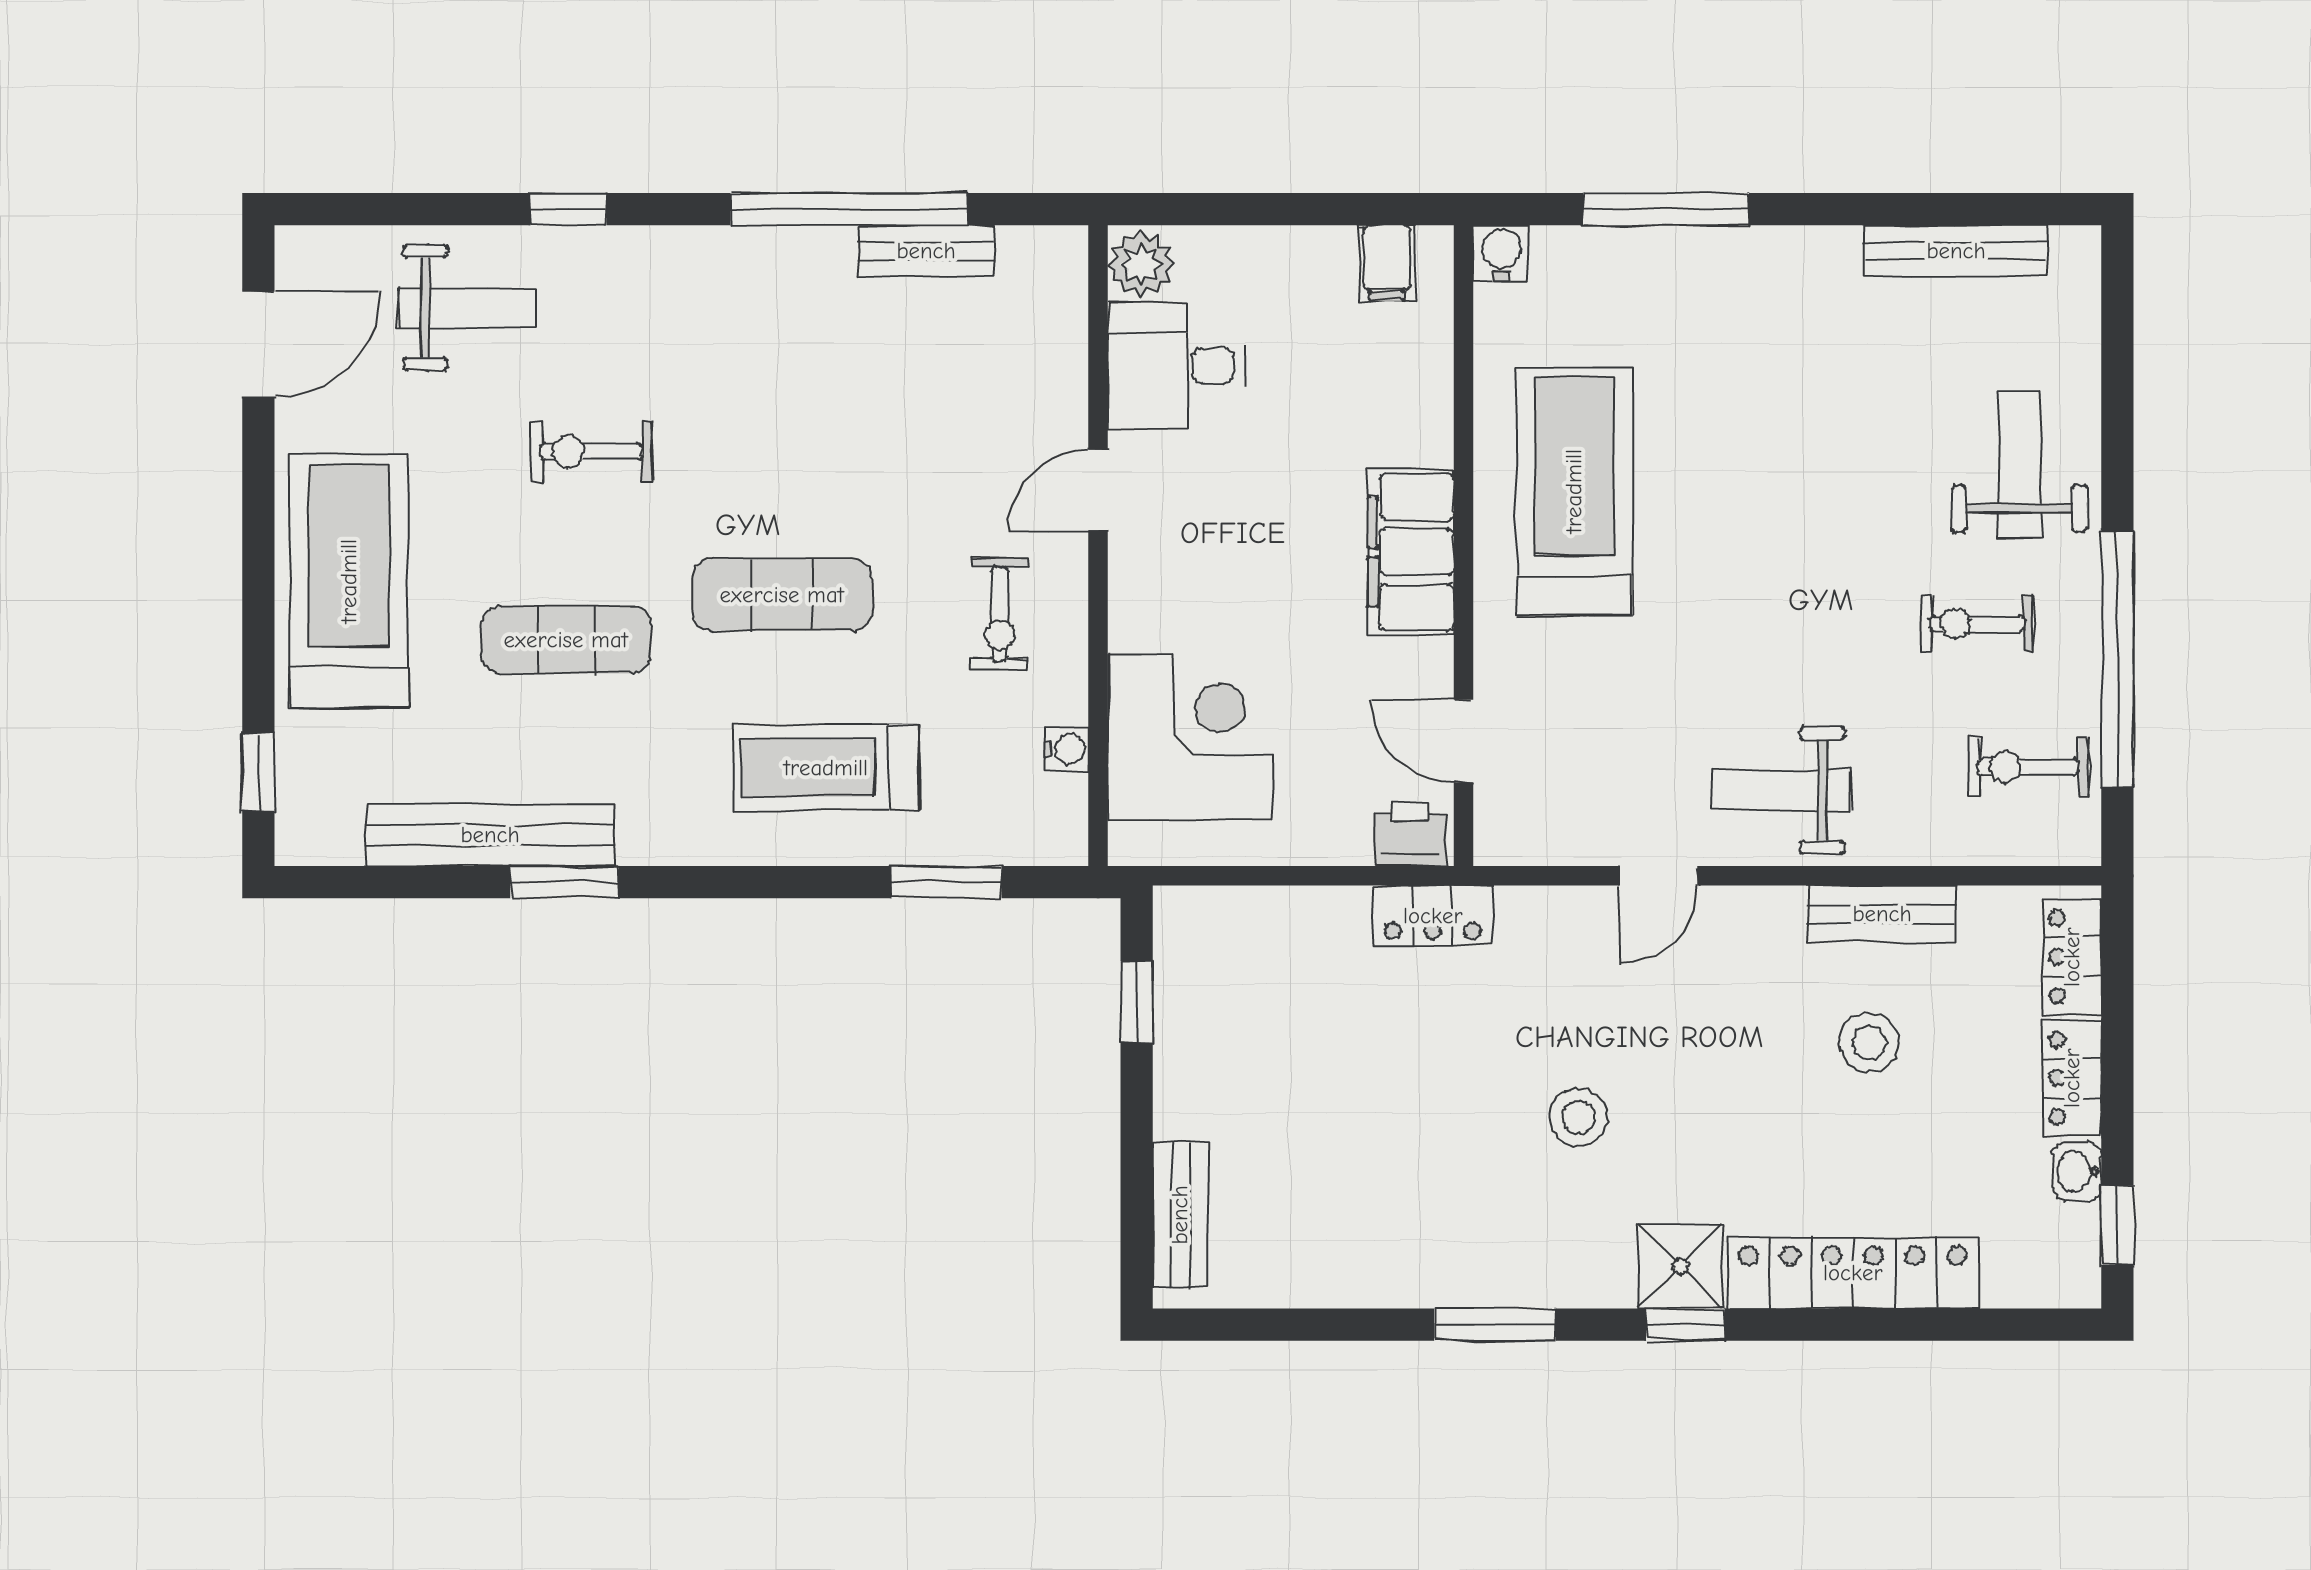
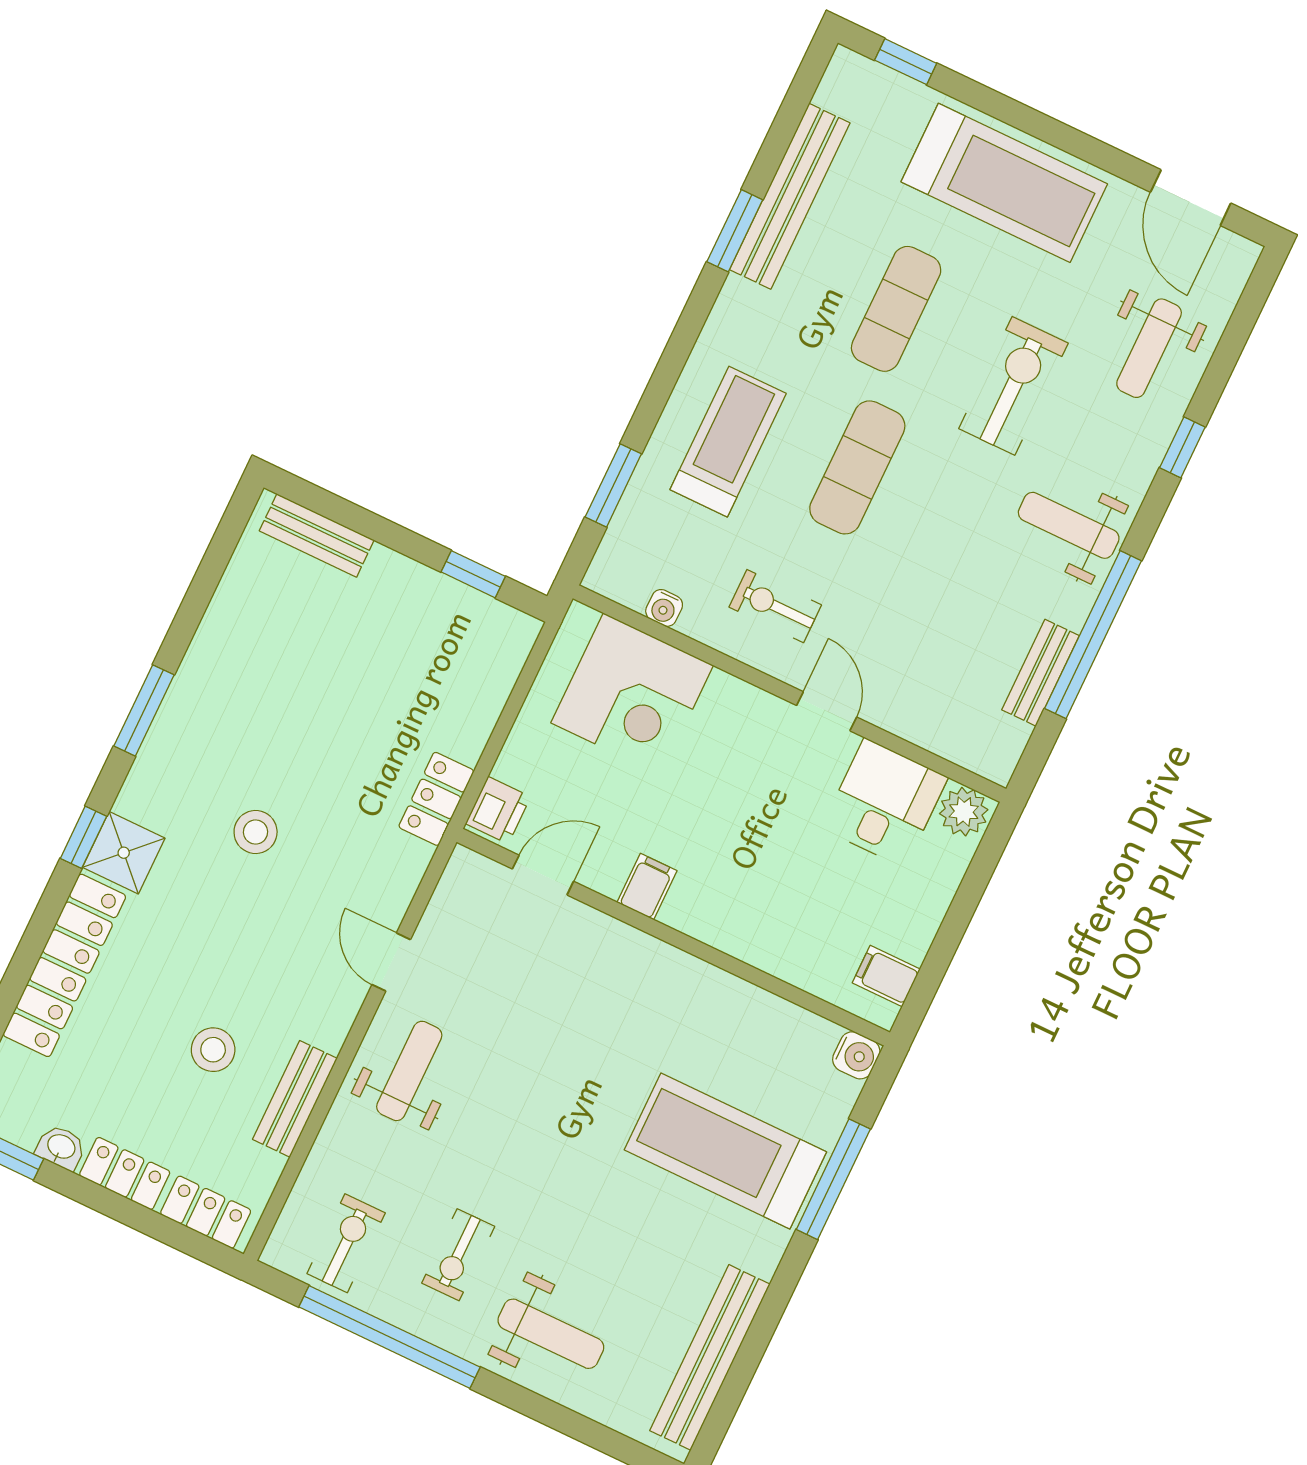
bench: (1956, 251) -> (710, 1357), width x1.37, depth x1.21
weight bench: (730, 303) -> (1069, 525), added
exercise bike: (592, 451) -> (1013, 386), width x1.38, depth x1.39
treadmill: (1574, 491) -> (725, 1151), moved, turned 180
filing cabinet: (1411, 552) -> (647, 887), width x0.33, depth x0.86
exercise bike: (1977, 623) -> (458, 1255), turned 180

